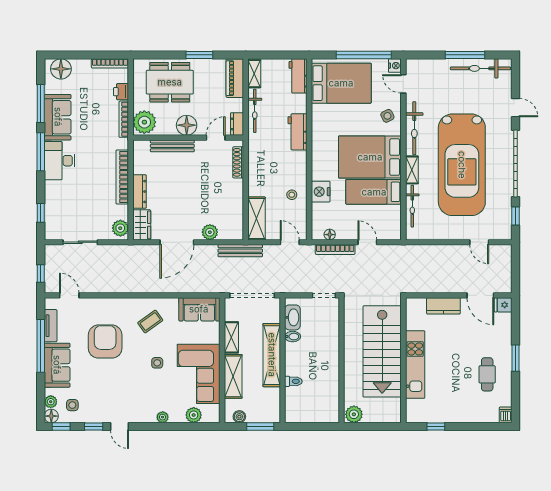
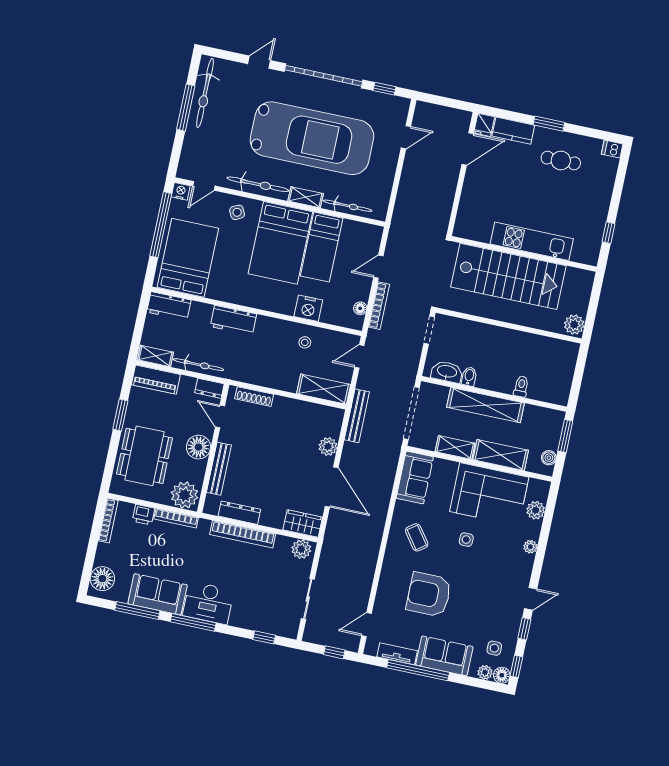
dresser: (140, 192) -> (239, 513), moved
kitchen counter: (443, 306) -> (513, 131), moved, turned 90

